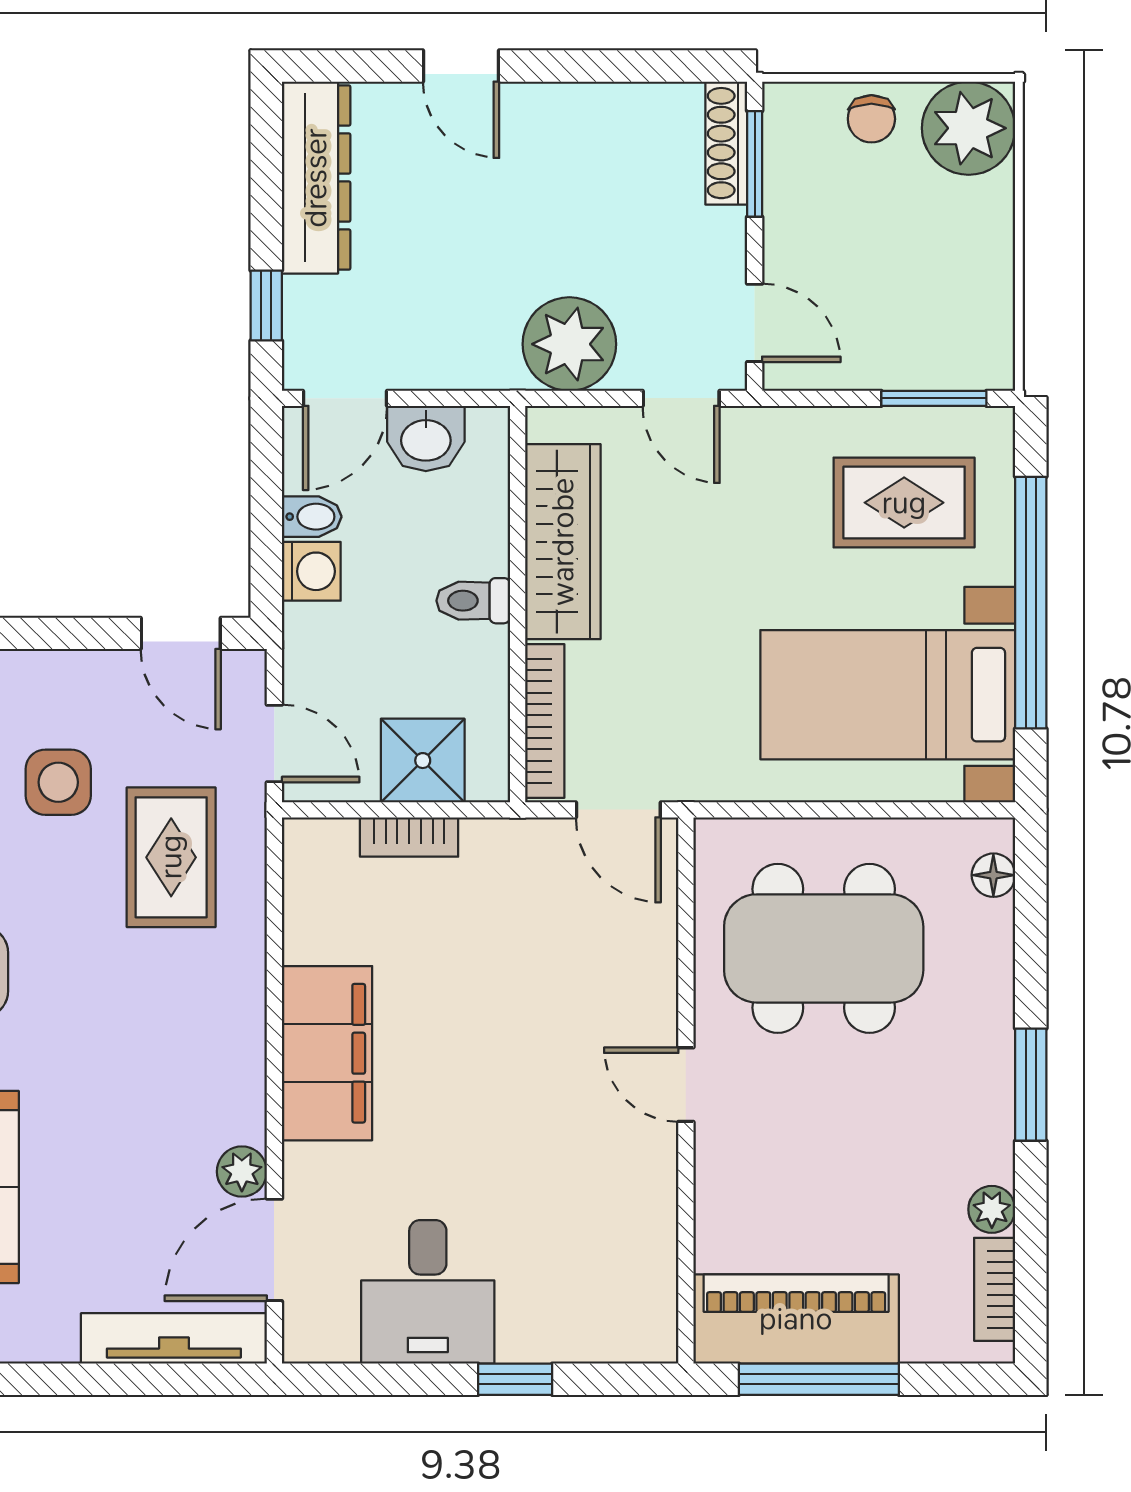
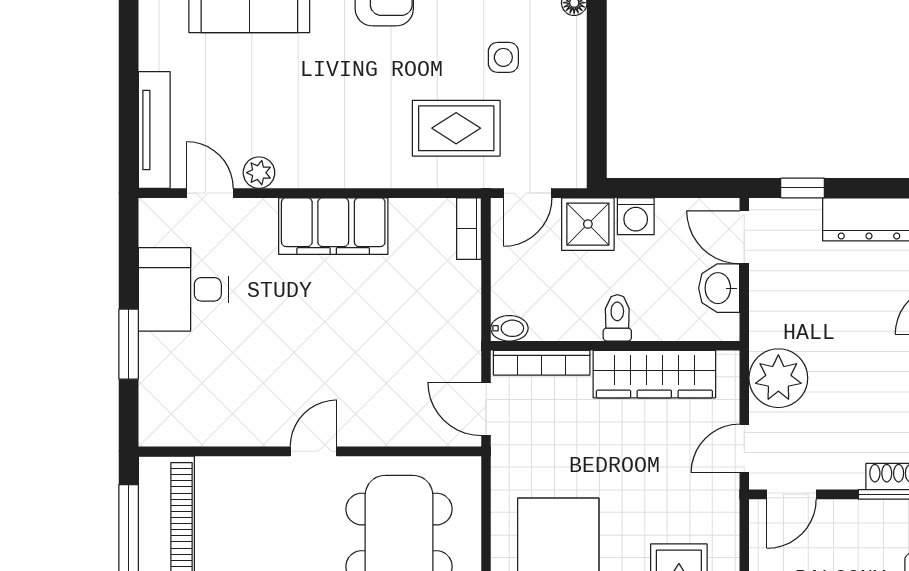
bidet: (312, 517) -> (509, 328), moved, turned -90
door: (181, 633) -> (597, 134), removed
shower: (423, 761) -> (588, 224), moved
side table: (58, 782) -> (503, 57), width x0.73, depth x0.73
door: (618, 810) -> (486, 409), hinge flipped
bookcase: (409, 837) -> (469, 229), moved
door: (274, 1250) -> (210, 193), width x0.73
window: (515, 1379) -> (129, 344), width x1.50

